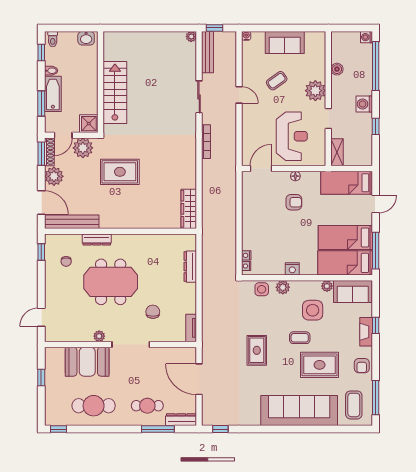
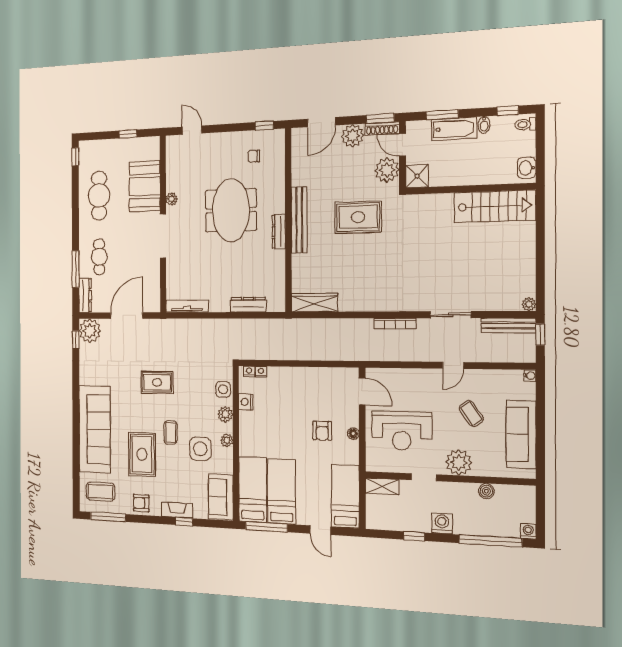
sofa: (285, 43) -> (521, 434), width x1.36
stairs: (115, 92) -> (494, 206), moved
rug: (120, 172) -> (358, 217), turned 90
bench: (72, 222) -> (299, 220), moved
dresser: (97, 239) -> (279, 231), moved
nightstand: (292, 269) -> (246, 402), moved
plant: (327, 286) -> (227, 440), moved
chair: (153, 312) -> (198, 261), removed
tv unit: (191, 328) -> (187, 306), width x1.41
plant: (212, 415) -> (90, 331), added

